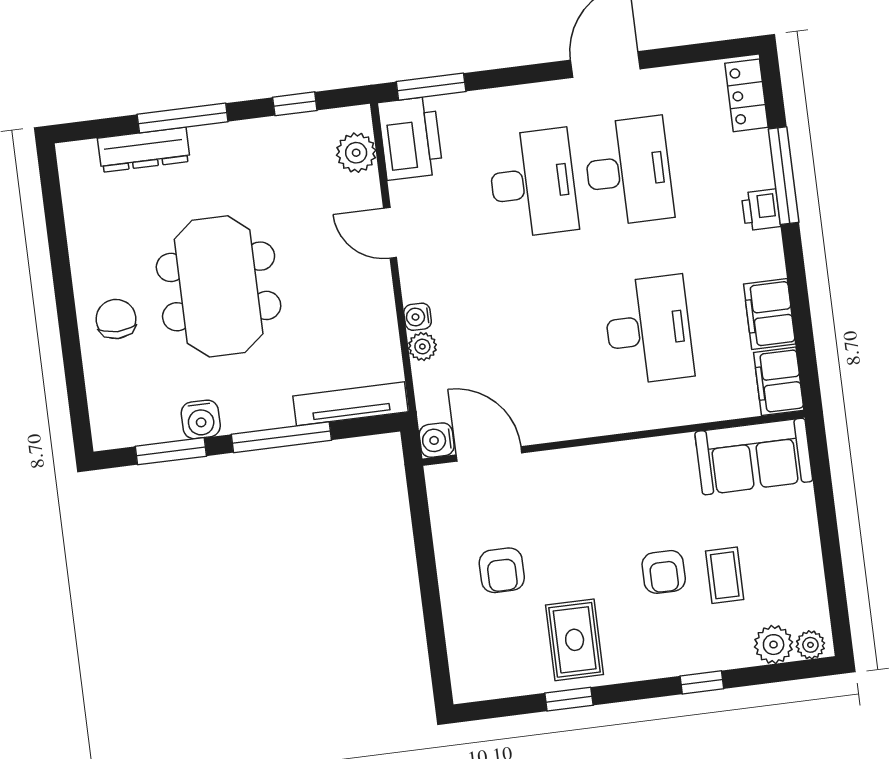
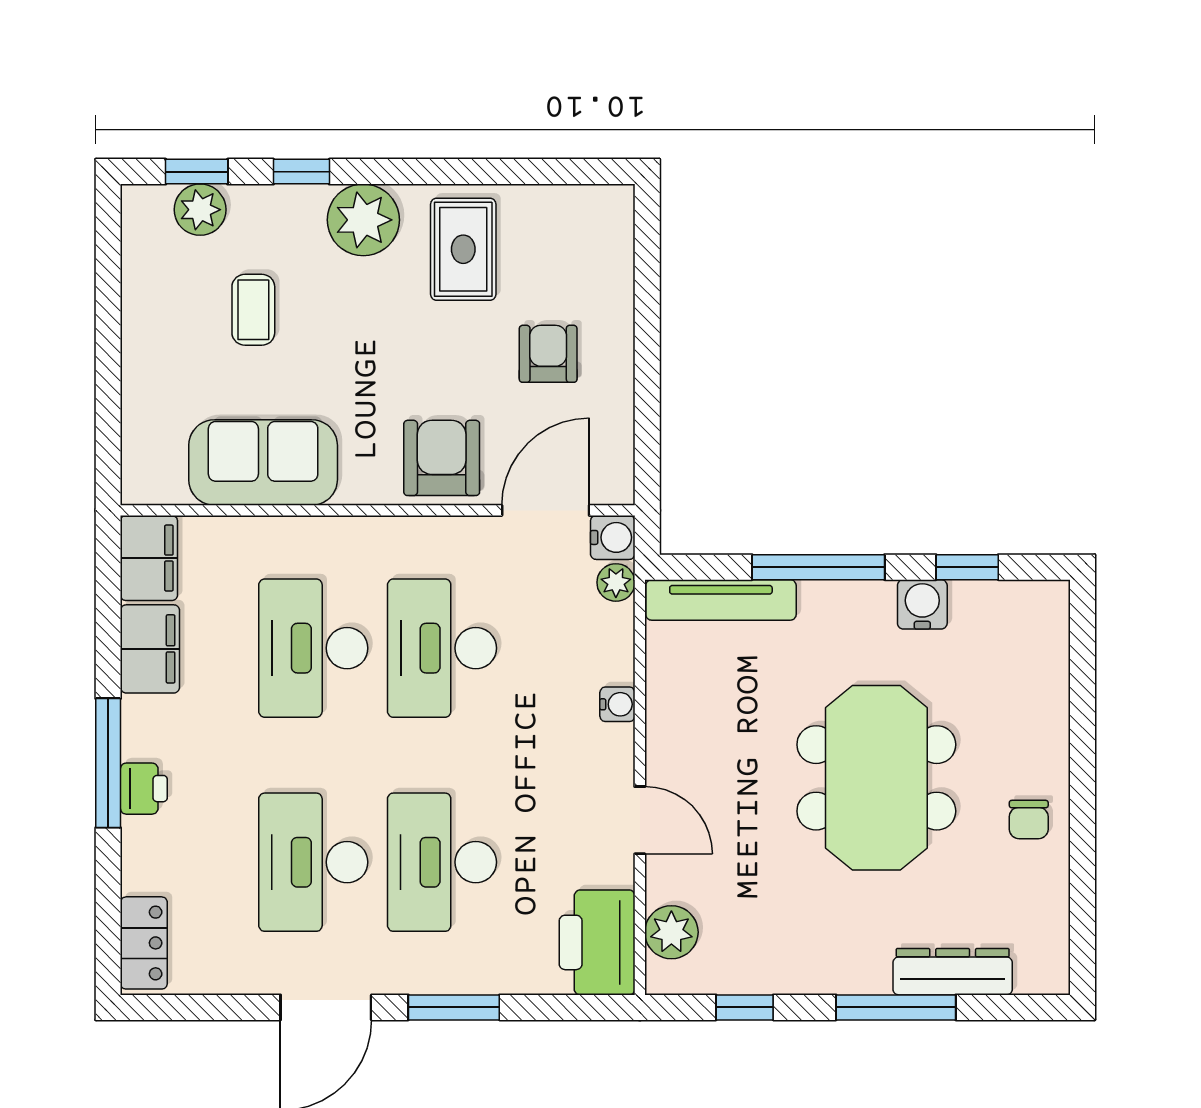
window: (431, 87) -> (454, 1007), moved
window: (784, 176) -> (108, 763), moved
chair: (116, 319) -> (1029, 819), moved, width x0.73, depth x0.73
desk: (553, 342) -> (442, 648), added
plant: (422, 347) -> (616, 582), moved
window: (171, 451) -> (967, 567), width x0.67
door: (489, 454) -> (546, 510), swing flipped
sofa: (754, 457) -> (263, 462), moved
armchair: (664, 572) -> (442, 458), moved, width x1.38, depth x1.38
plant: (810, 645) -> (363, 220), moved, width x1.88, depth x1.88
window: (569, 699) -> (197, 172), moved

